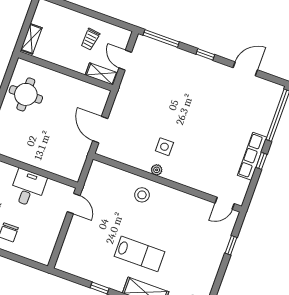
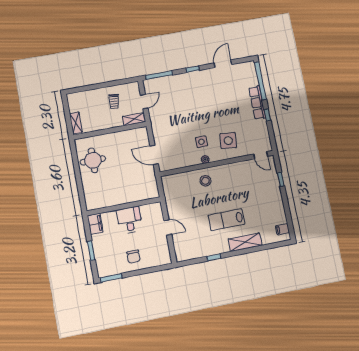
door: (125, 60) -> (144, 102), swing flipped
row of seats: (252, 156) -> (257, 103), moved
side table: (197, 164) -> (228, 141), added
door: (225, 203) -> (261, 155), hinge flipped
door: (74, 204) -> (168, 227), moved
lab bench: (140, 254) -> (226, 220), turned 180

